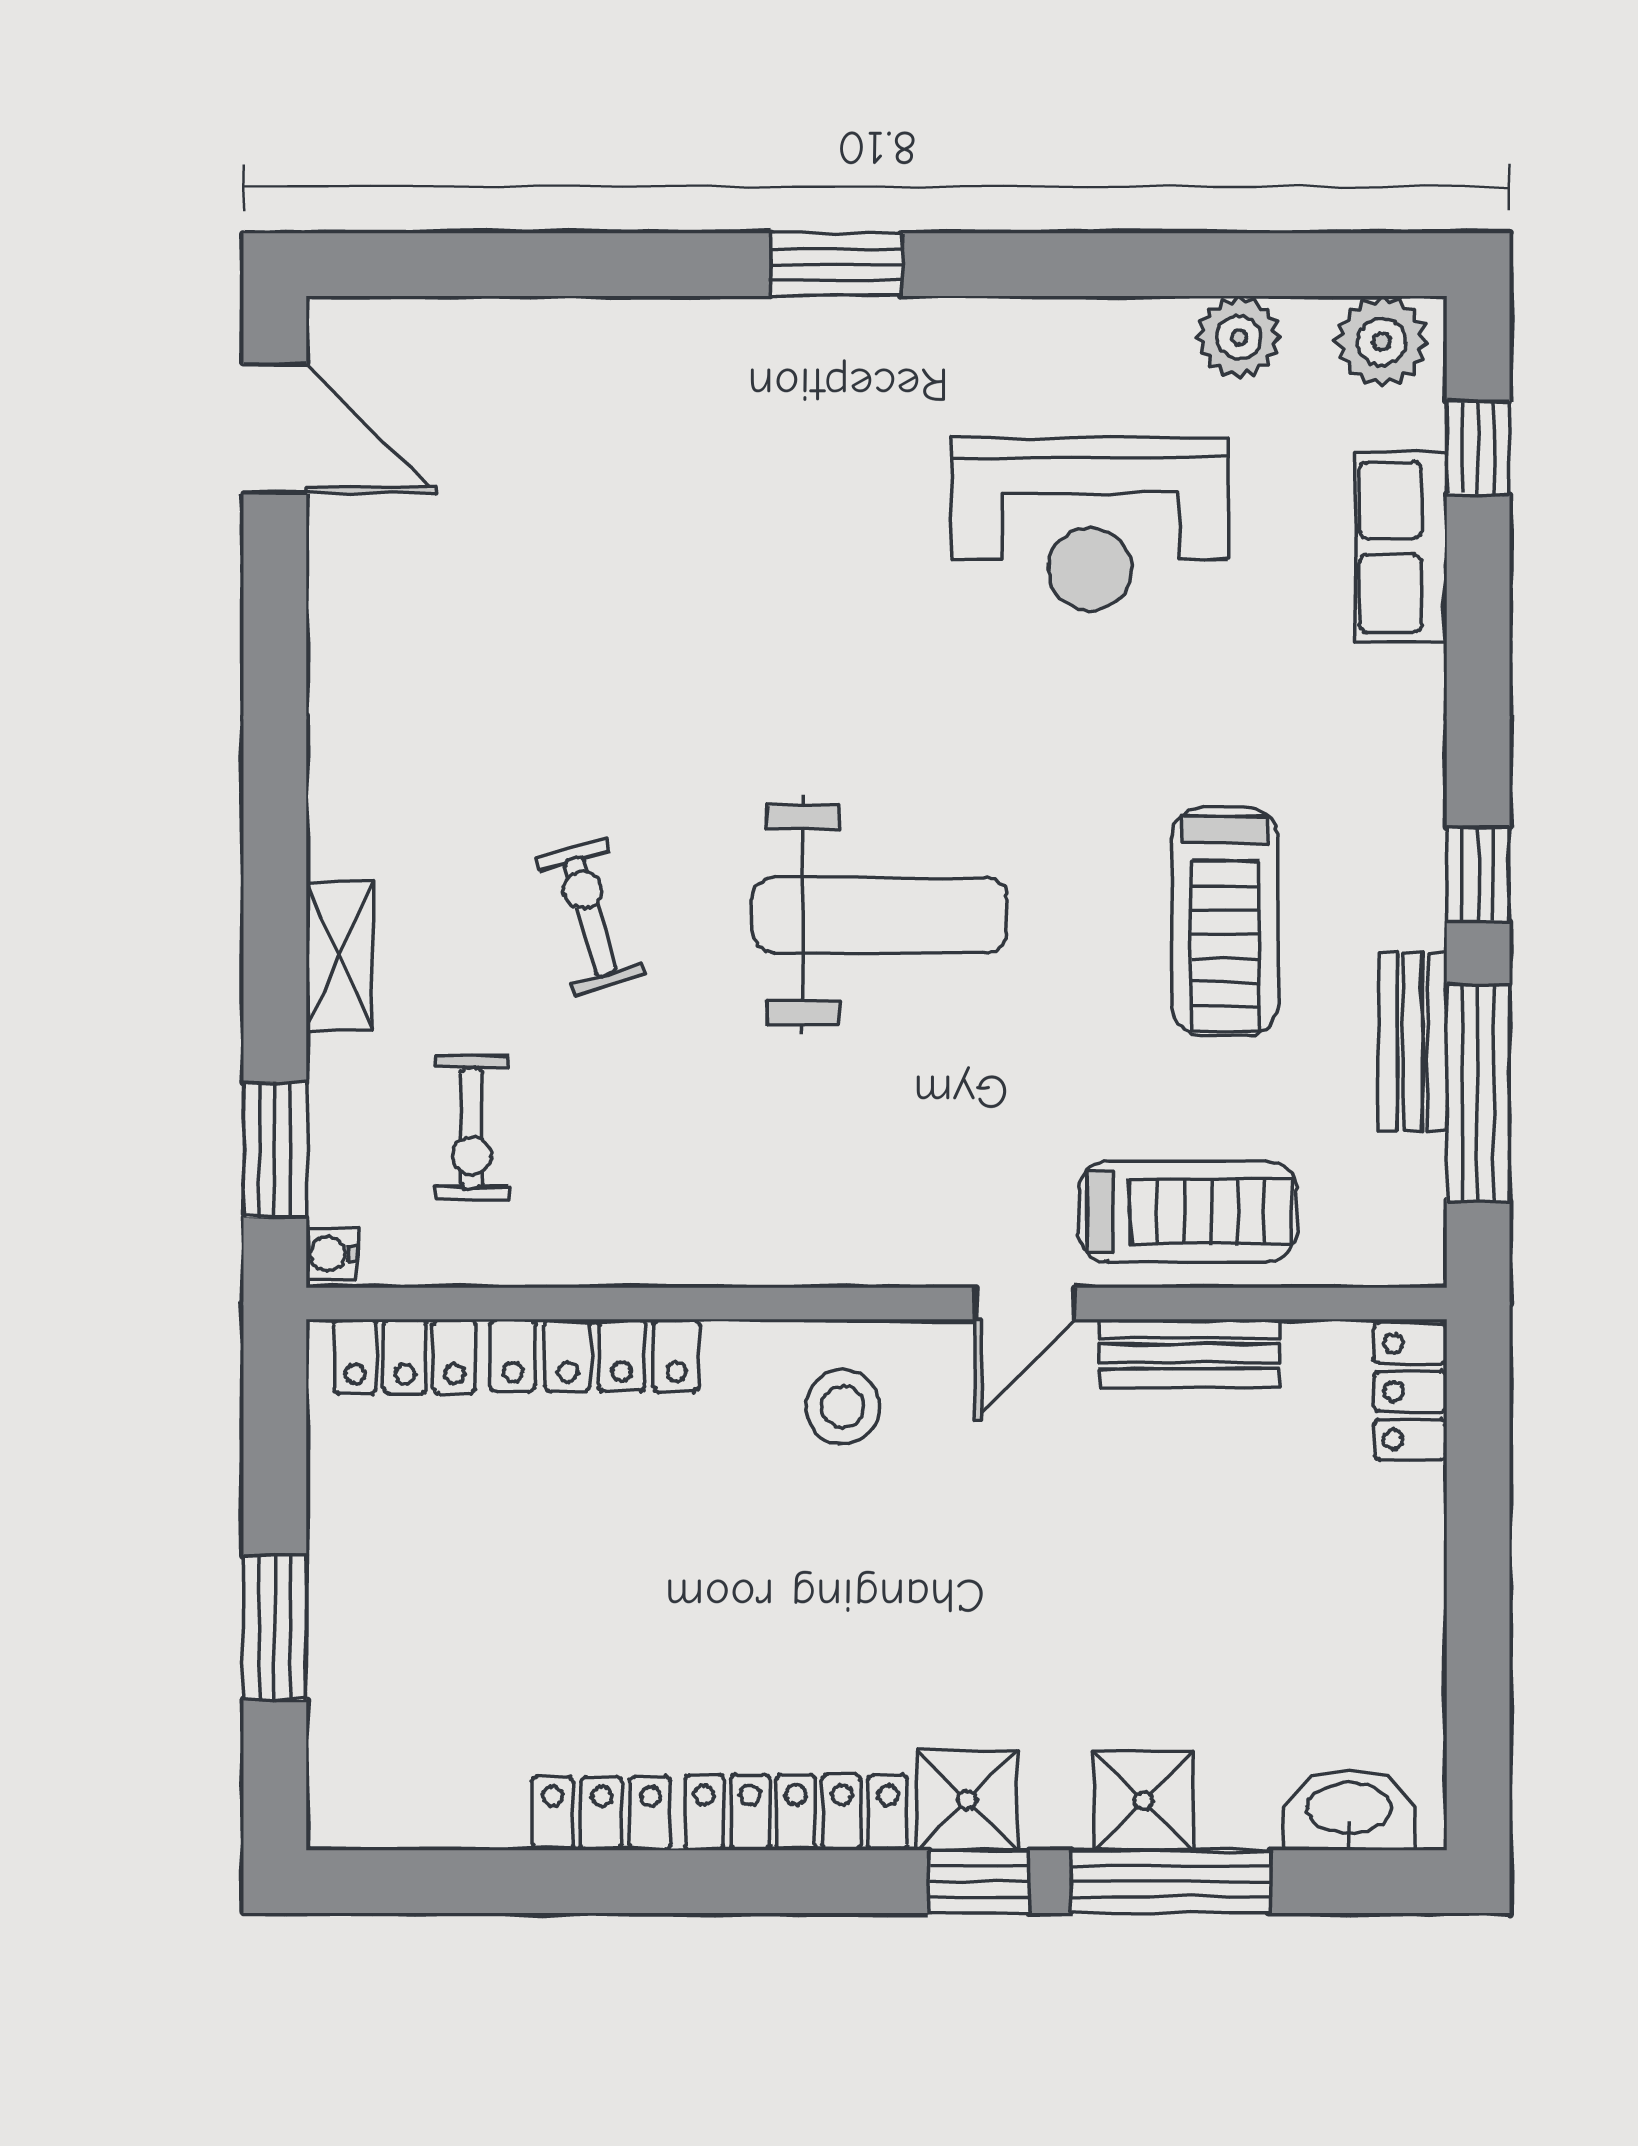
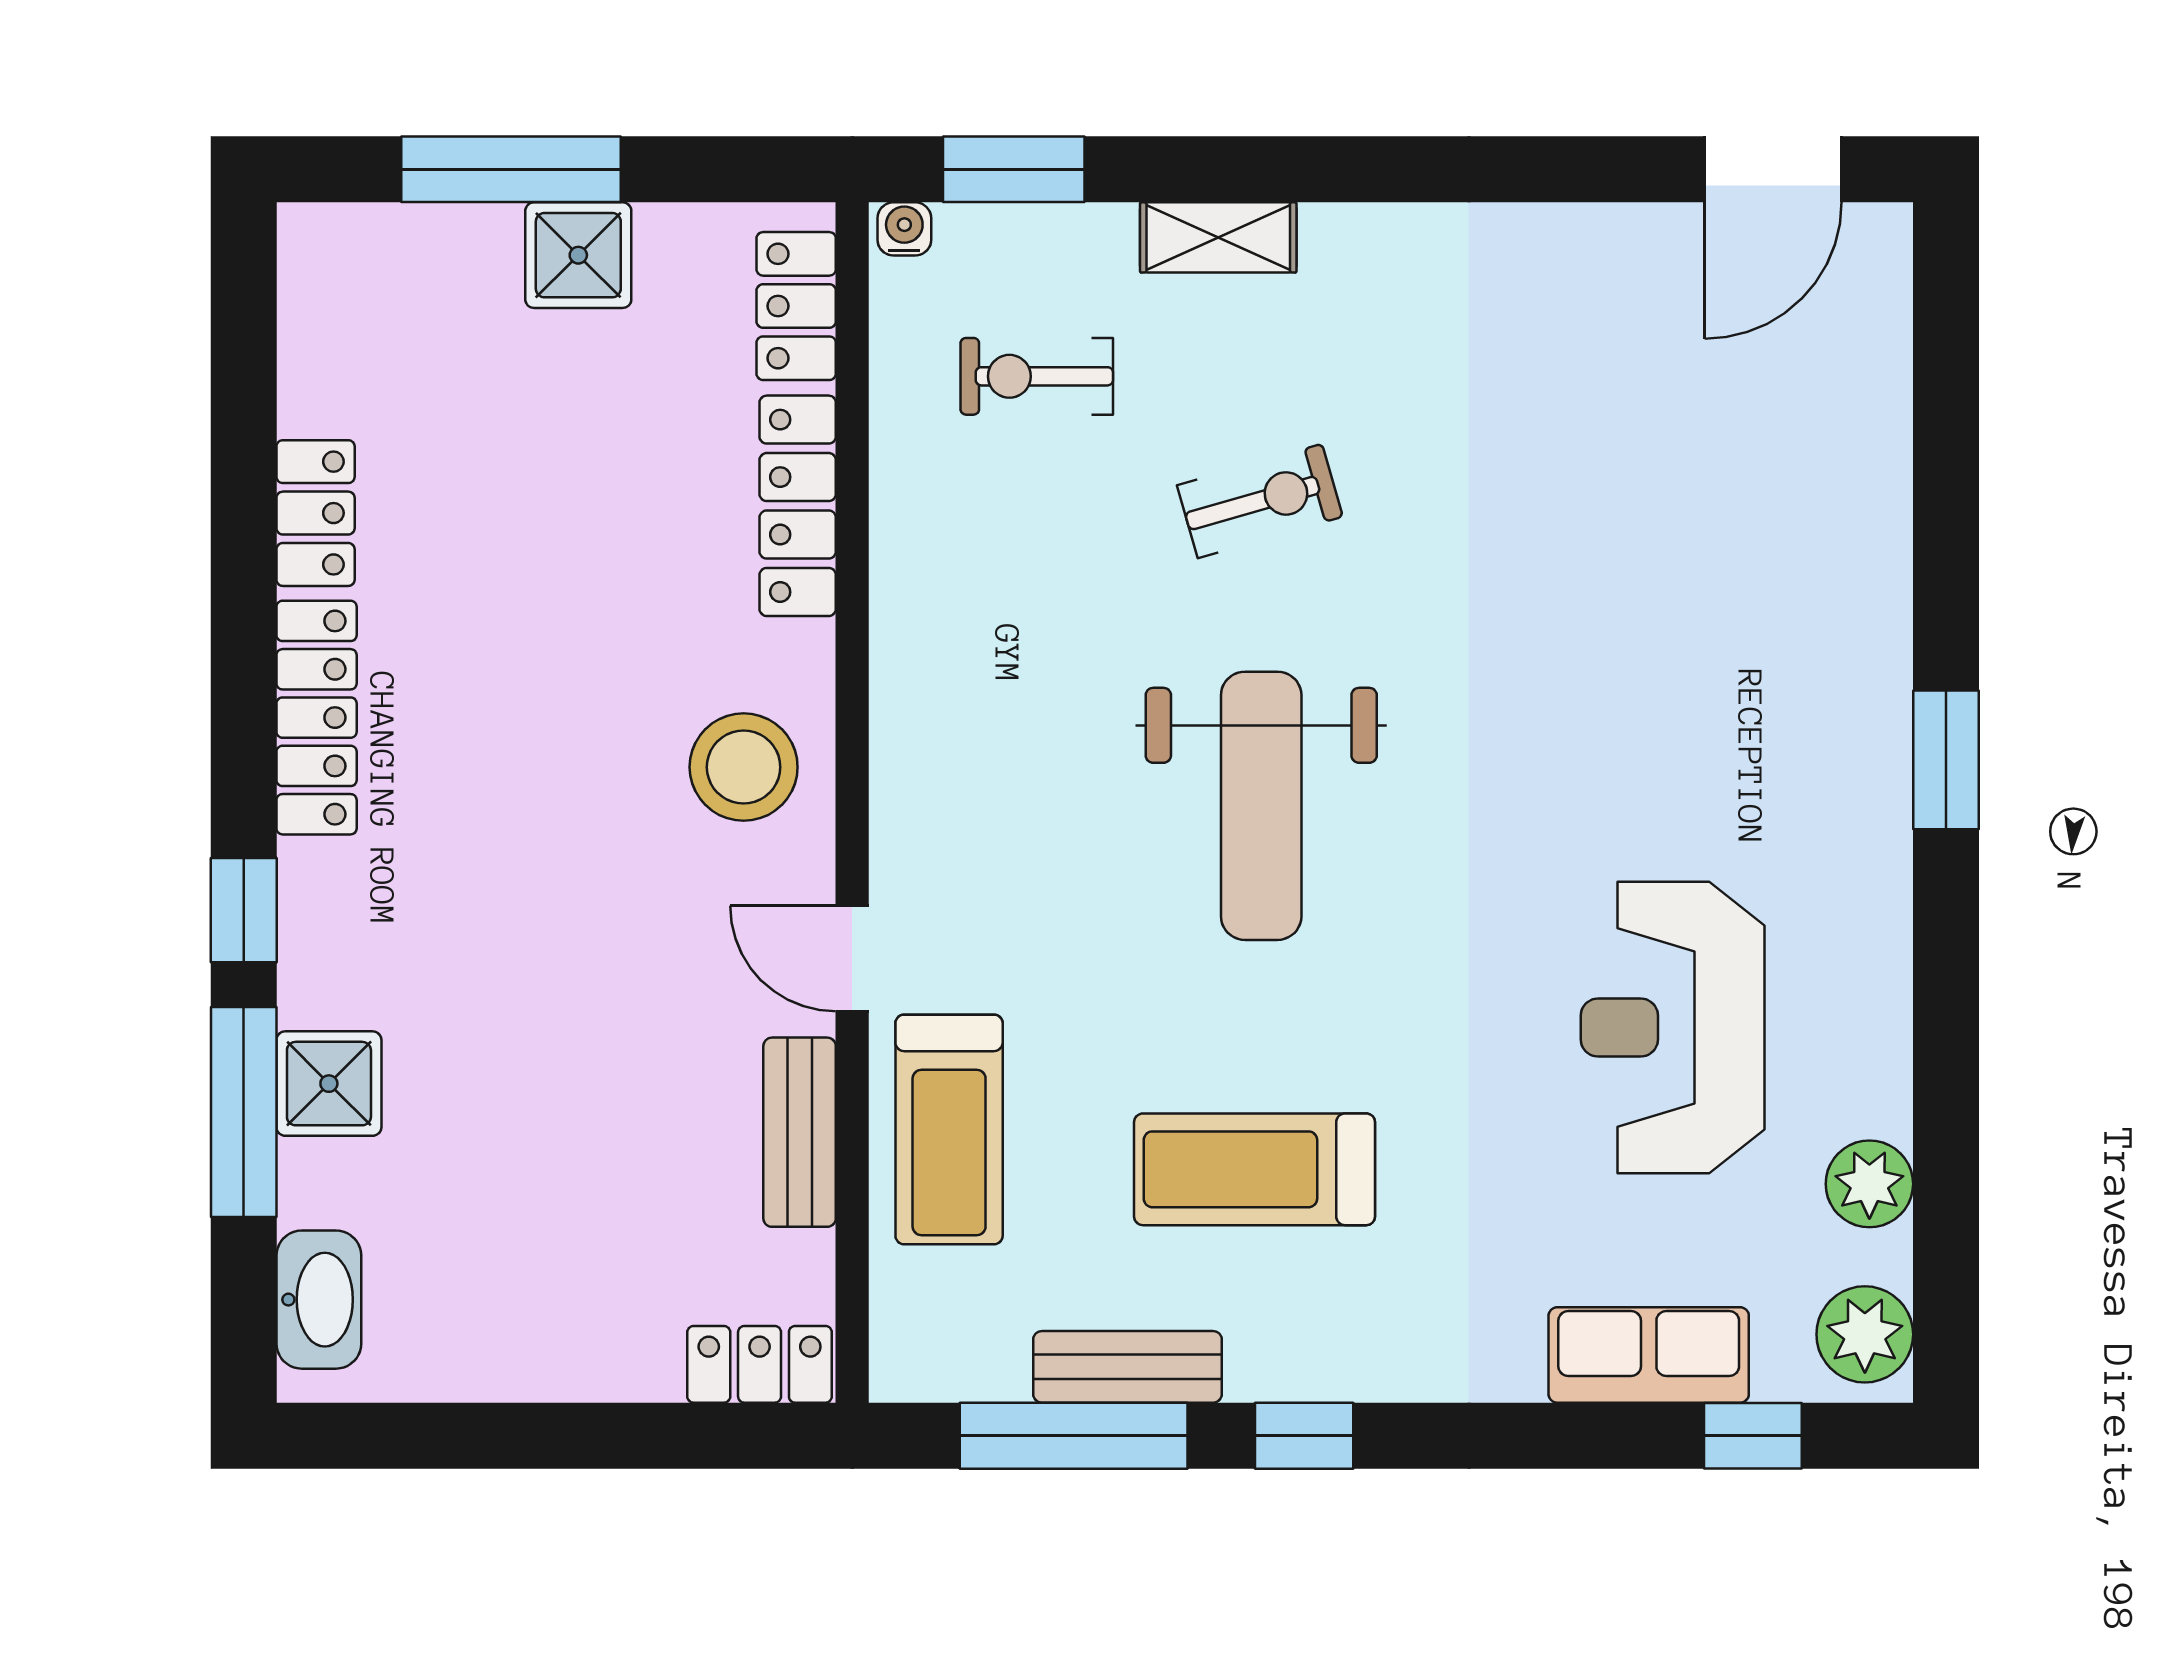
stool: (843, 1407) -> (744, 767), width x1.38, depth x1.38
window: (275, 1628) -> (511, 169), width x1.44
shower: (967, 1800) -> (578, 255), moved

